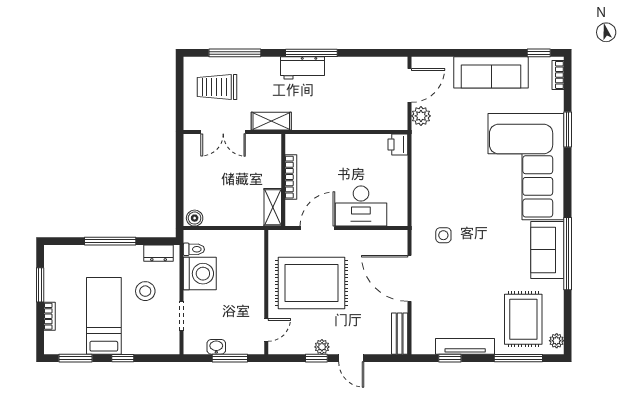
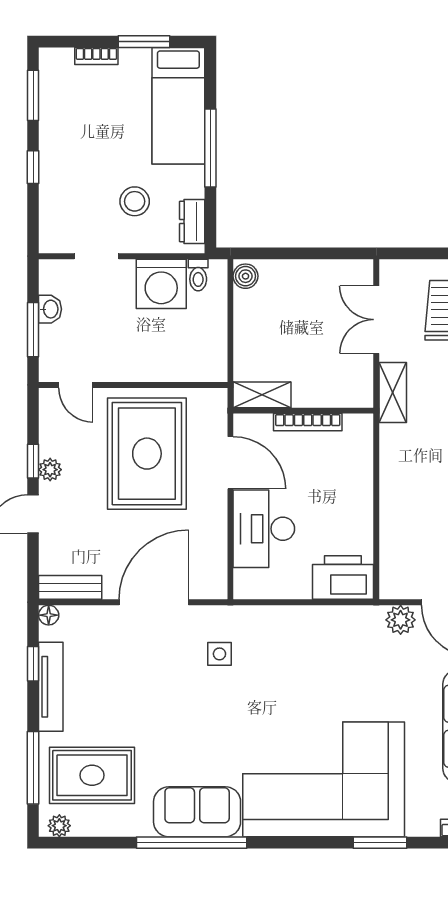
printer: (398, 145) -> (343, 578), width x1.87, depth x1.48
bed: (104, 316) -> (178, 106), moved, turned 90
floor lamp: (418, 348) -> (49, 615), added

